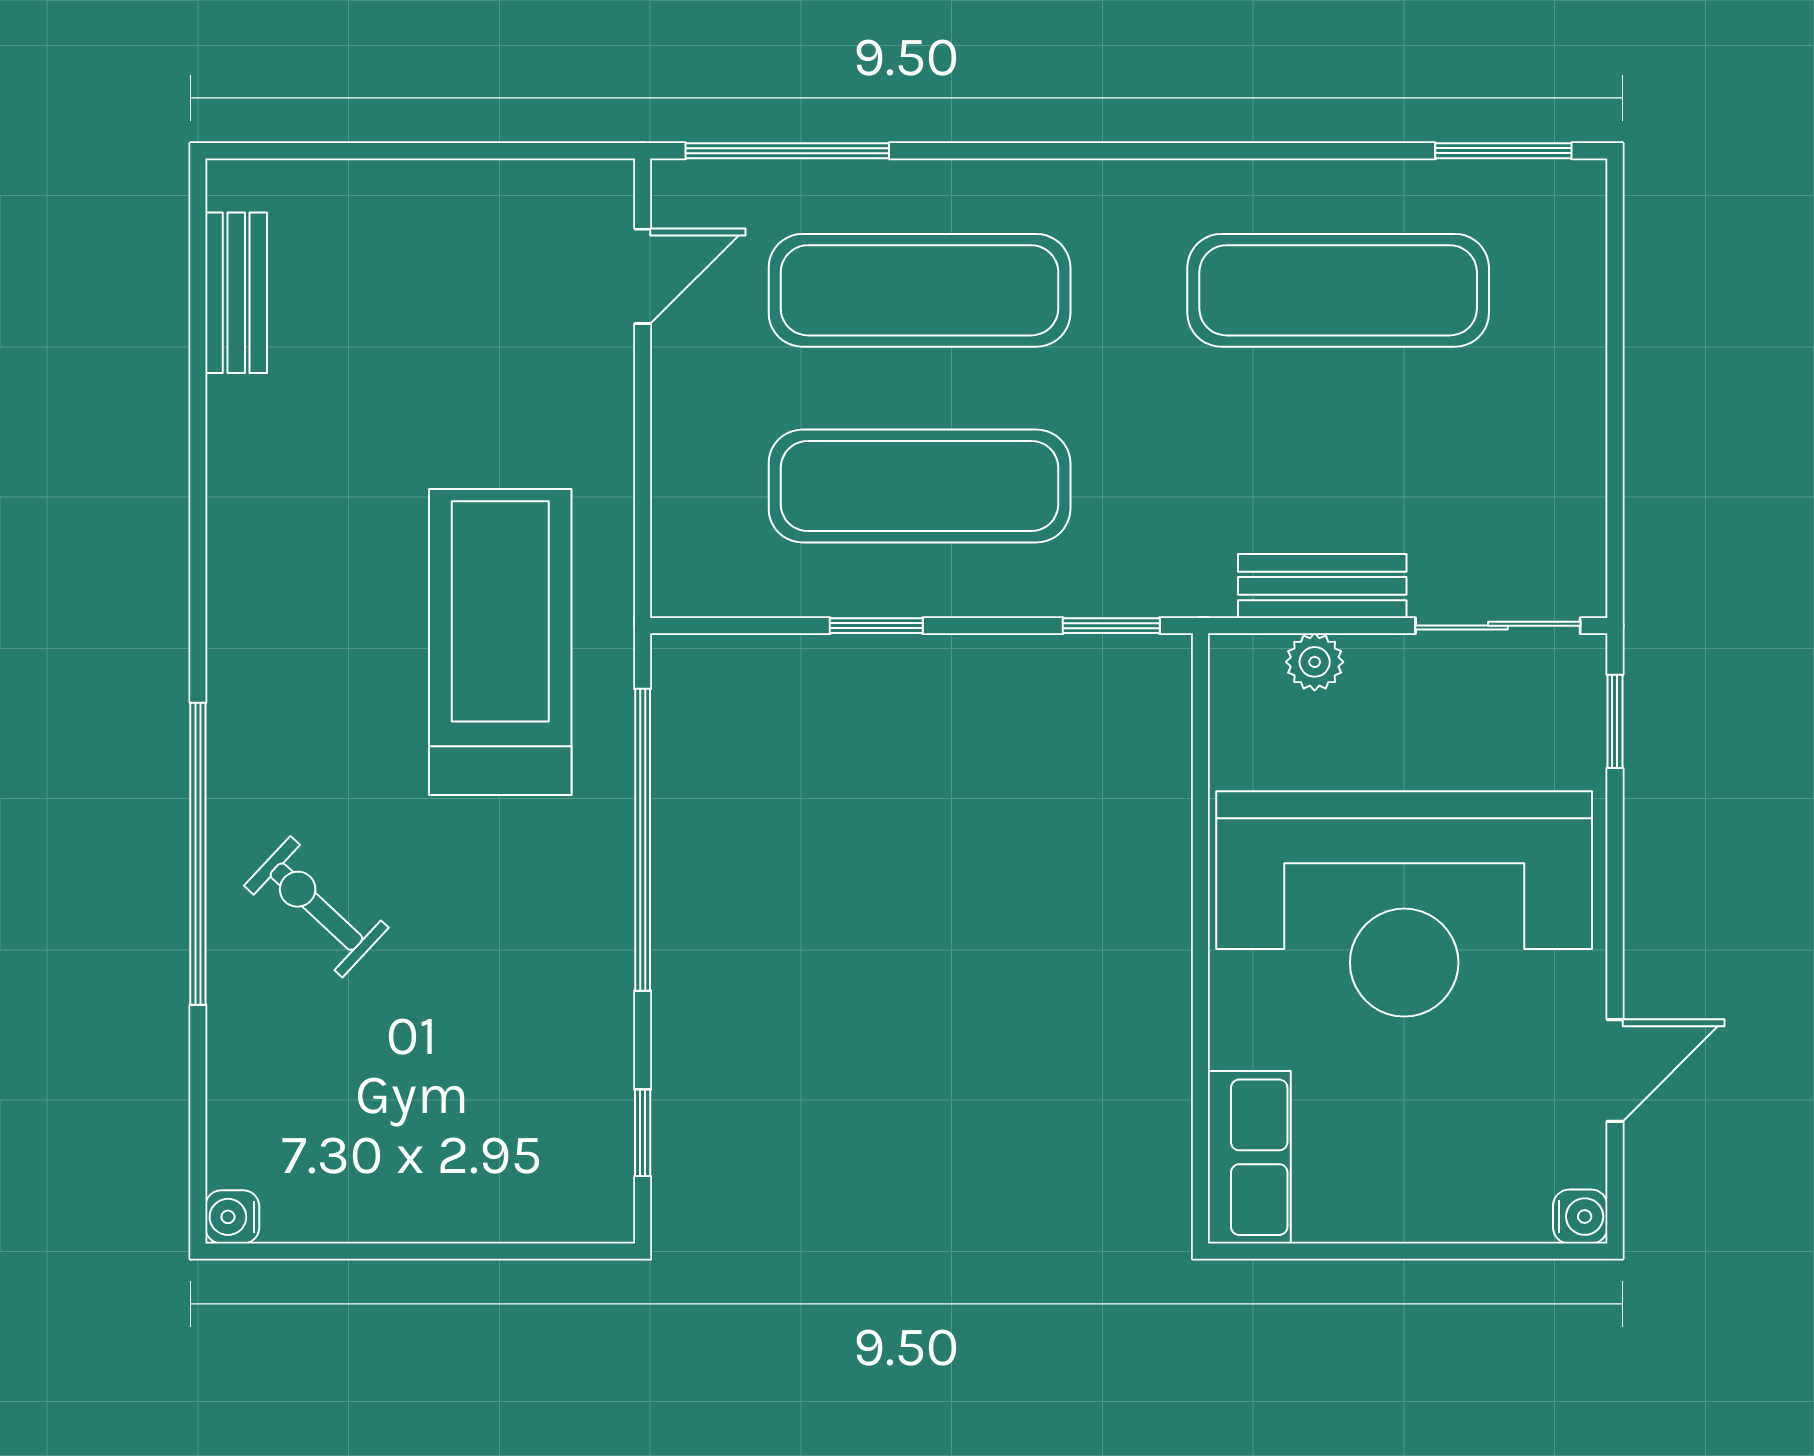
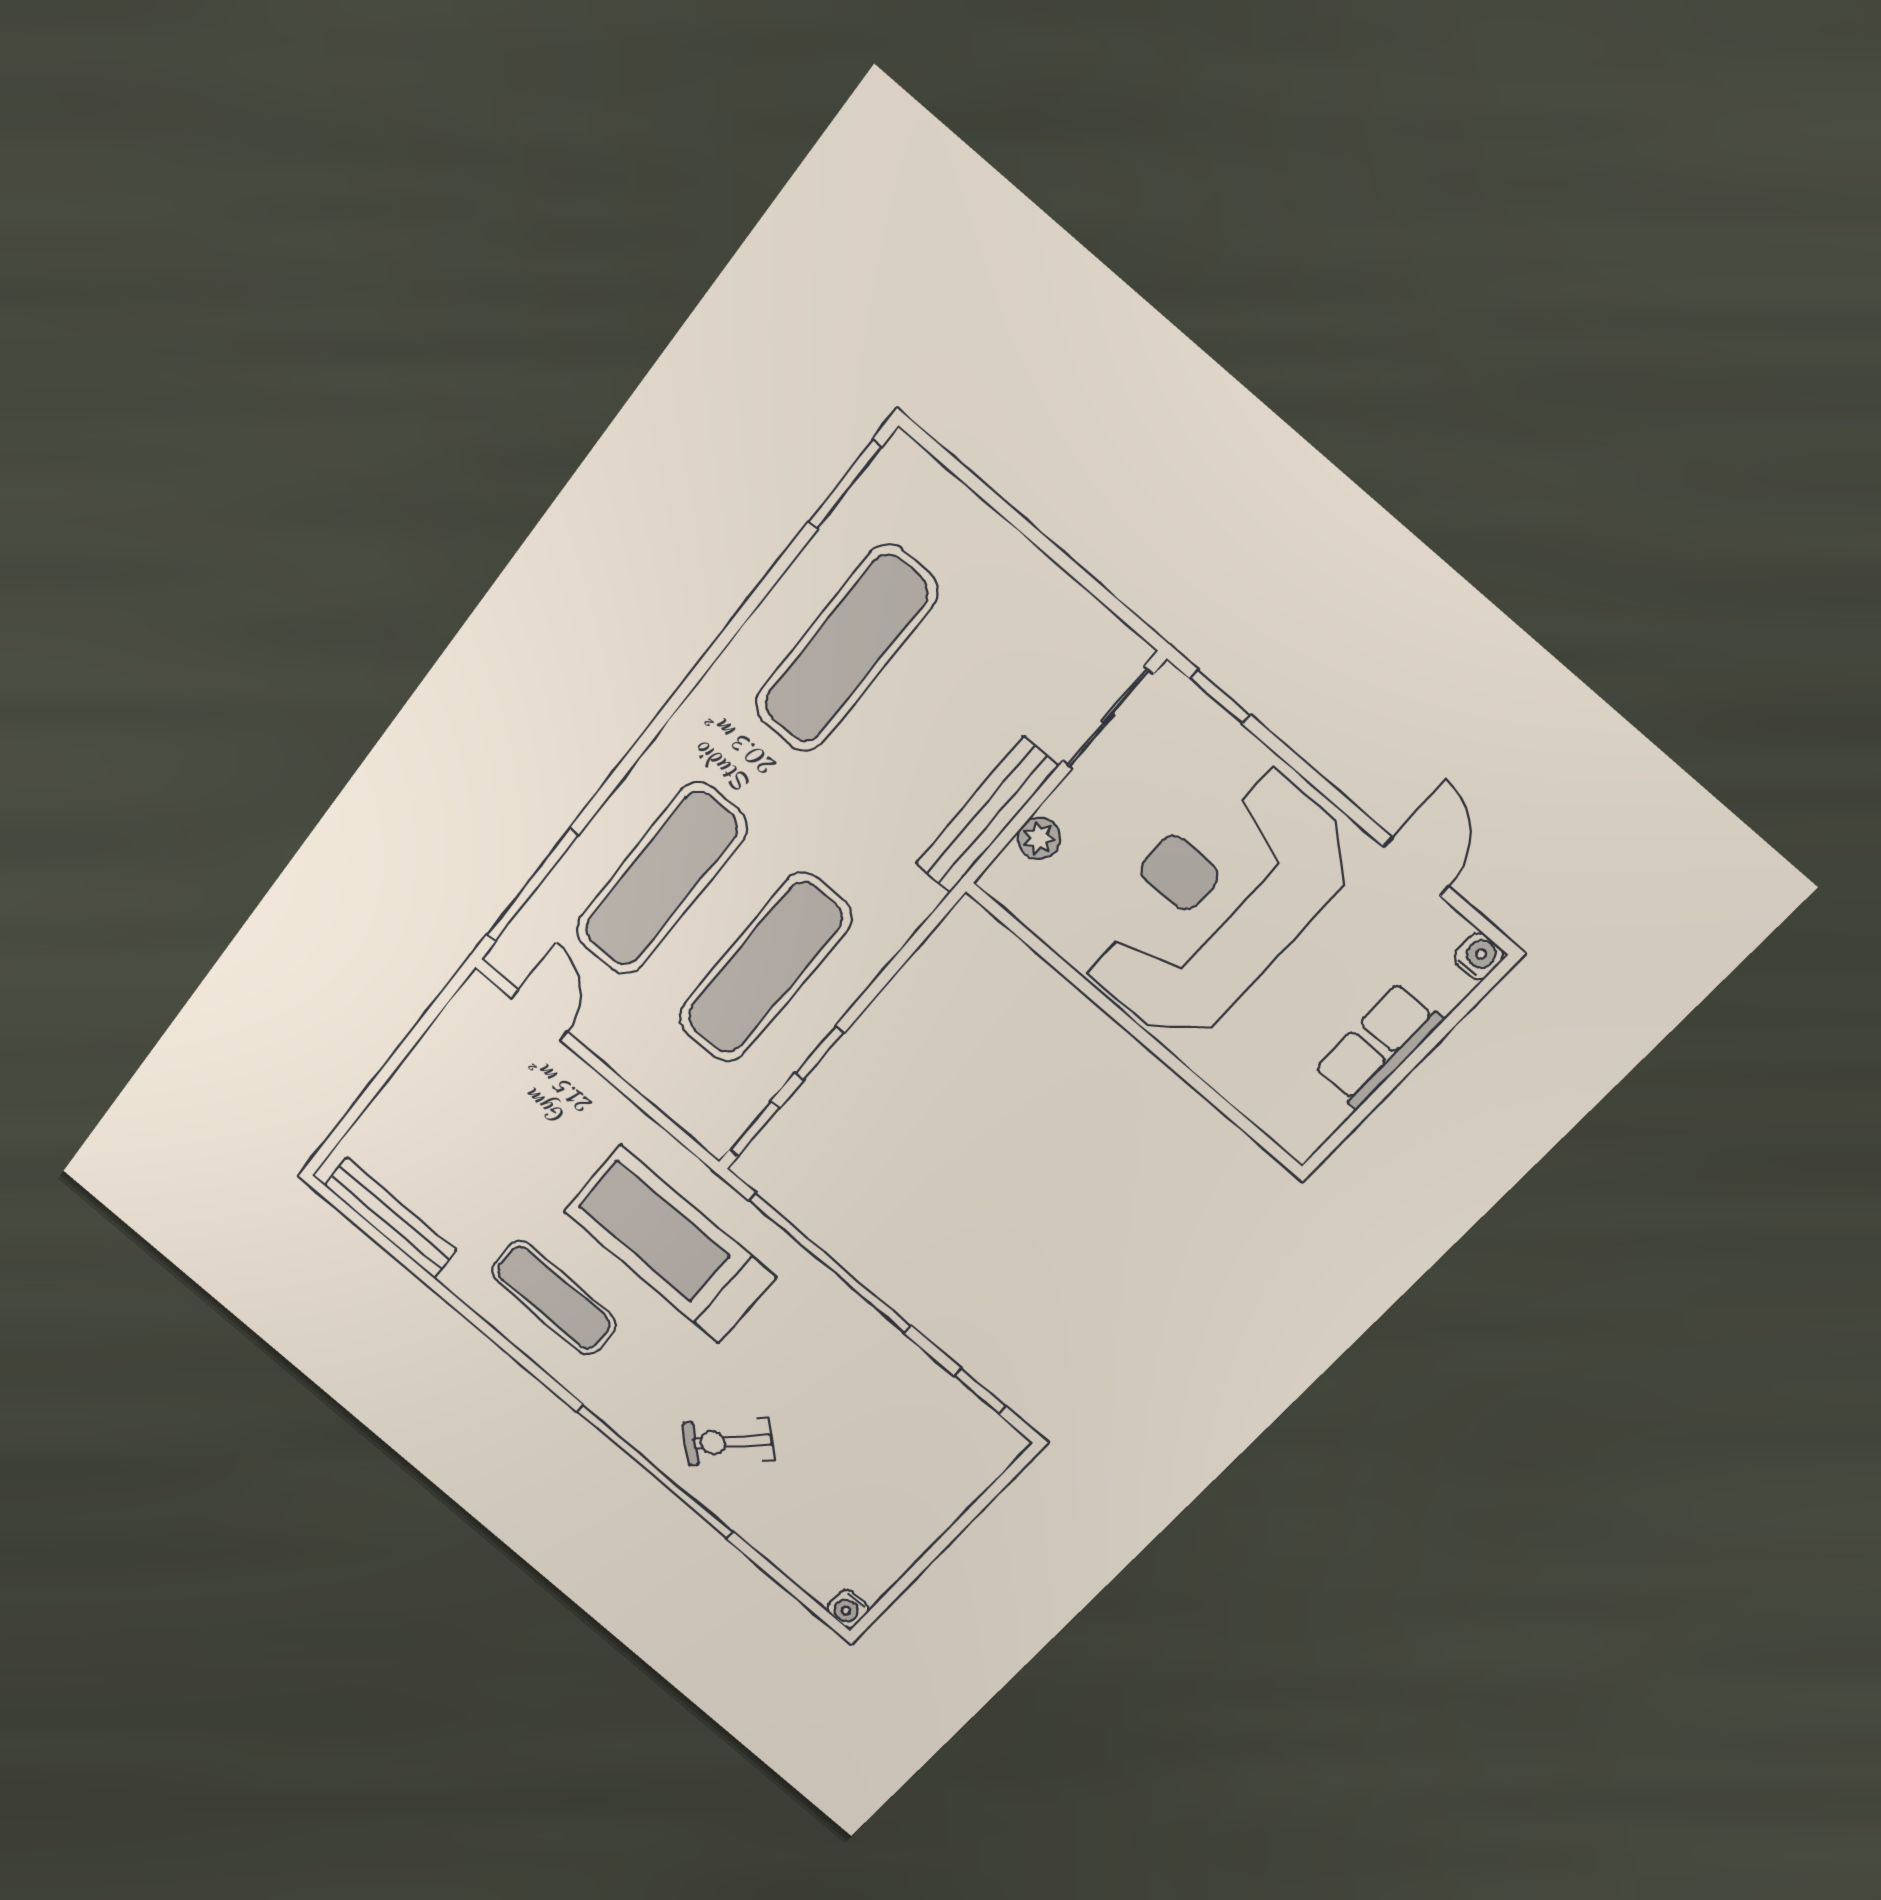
bench: (236, 293) -> (391, 1218), width x1.36
exercise mat: (311, 561) -> (554, 1298), added
bench: (1322, 586) -> (987, 815), width x1.36
window: (1111, 626) -> (754, 1129), moved
reception desk: (1404, 904) -> (1215, 904), turned 180
row of seats: (1249, 1157) -> (1378, 1046), moved, turned -90

